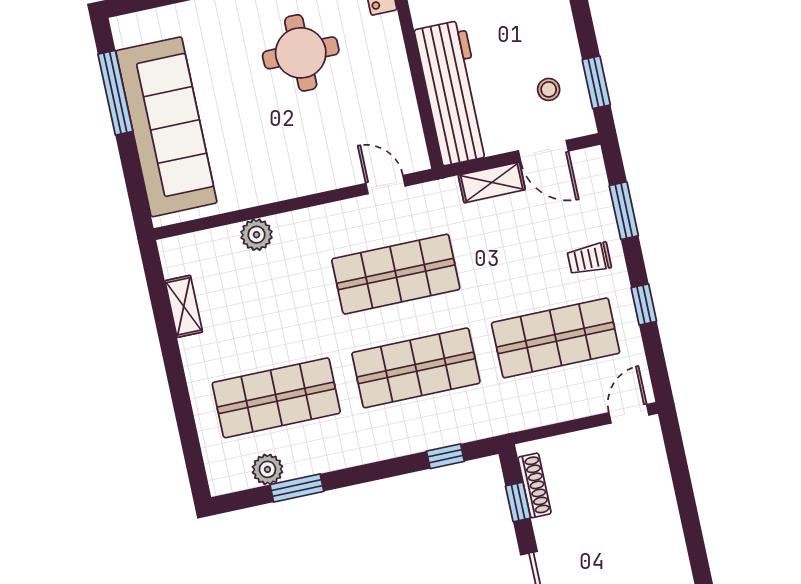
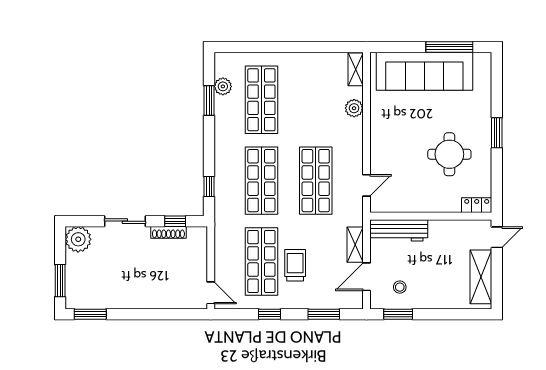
workbench: (453, 93) -> (399, 230), width x0.73, depth x0.76
trolley: (589, 259) -> (295, 265), moved, width x1.36, depth x1.39
shelving: (184, 306) -> (356, 69), moved, turned 90
shoe rack: (535, 485) -> (168, 232), moved

